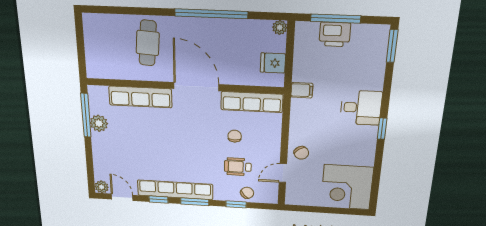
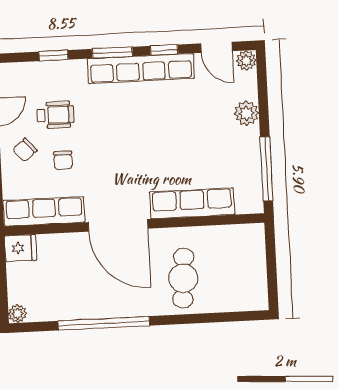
fridge: (273, 63) -> (21, 248), moved
plant: (99, 123) -> (247, 113), moved
chair: (247, 193) -> (25, 150), moved

